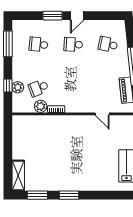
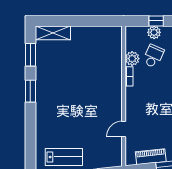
school desk: (39, 88) -> (153, 56), turned 45

